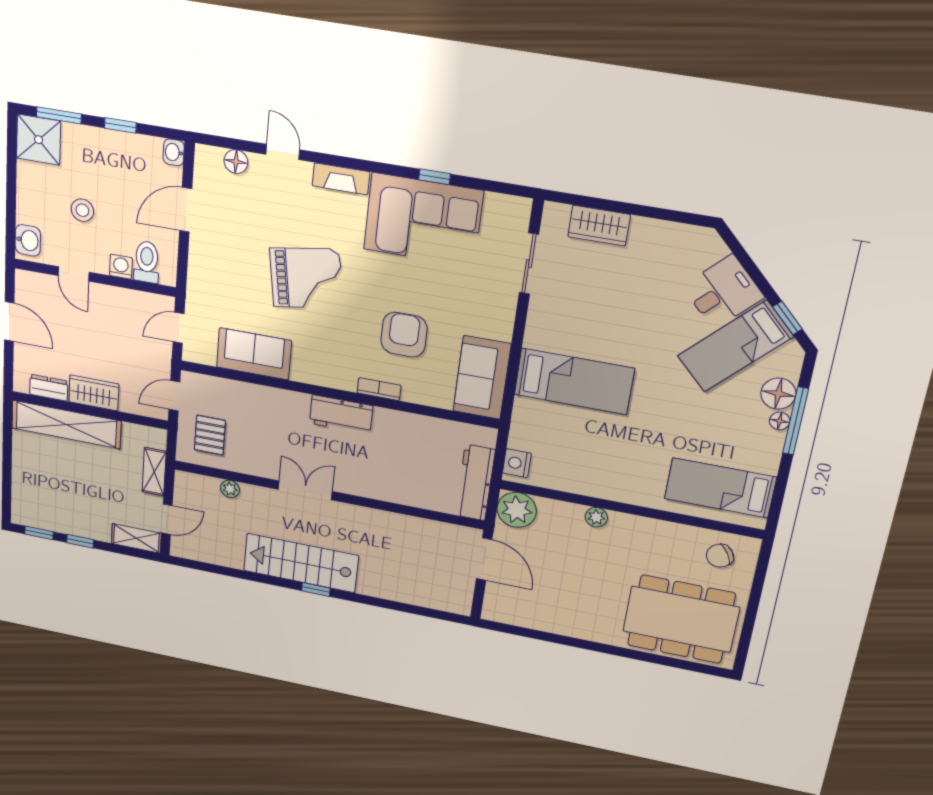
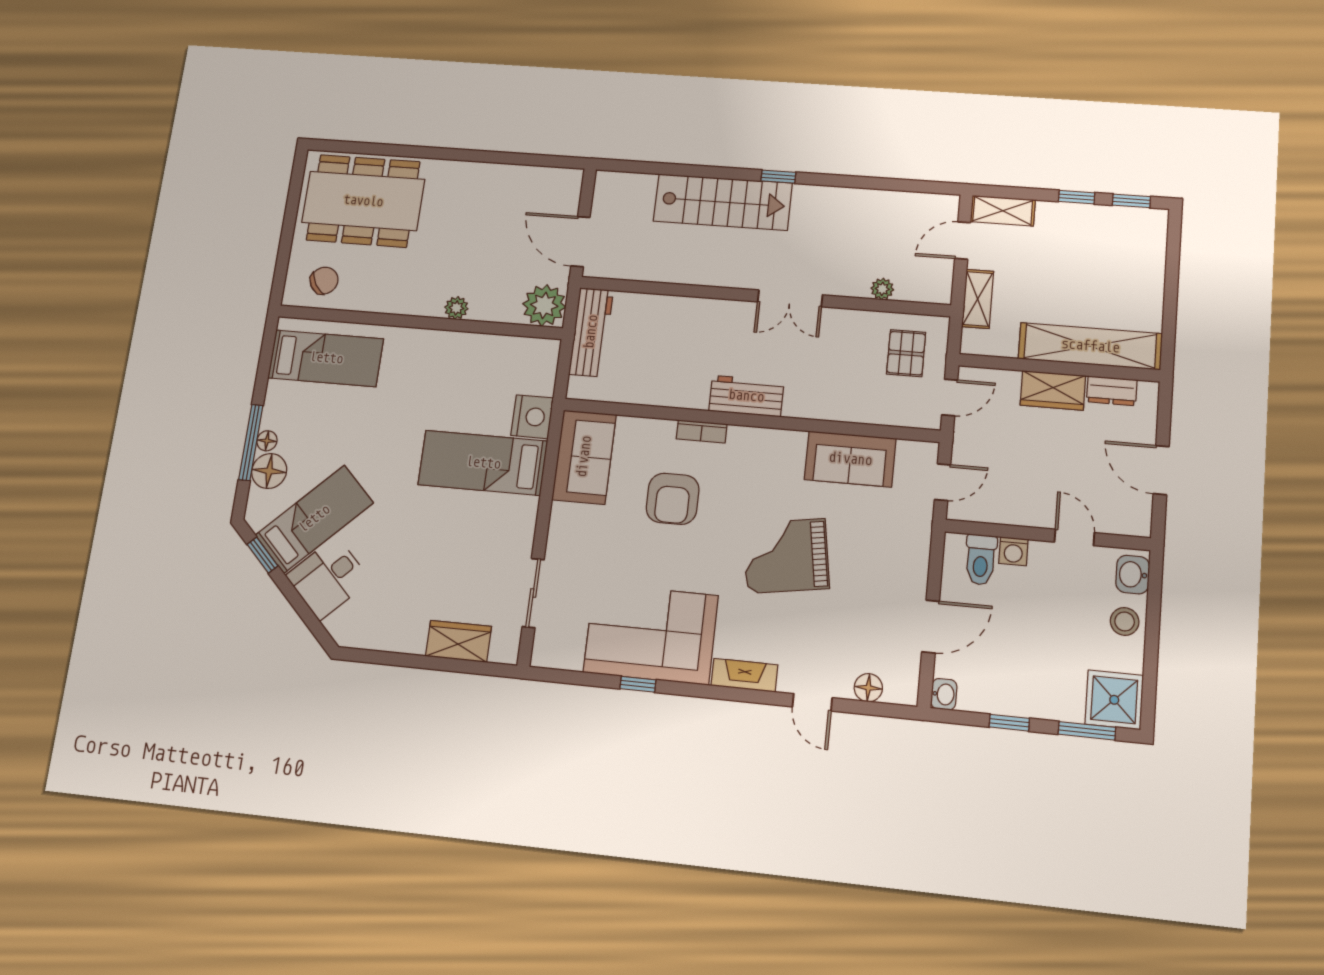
stool: (82, 210) -> (1125, 621), moved
nightstand: (517, 463) -> (532, 417), moved, width x1.36, depth x1.33
stairs: (301, 563) -> (723, 202), moved

